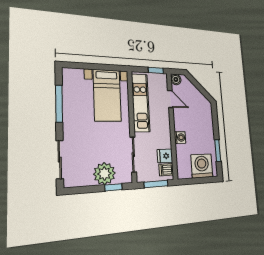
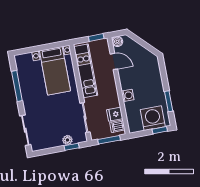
plant: (104, 174) -> (67, 140), width x0.53, depth x0.53
window: (207, 180) -> (160, 130), added

